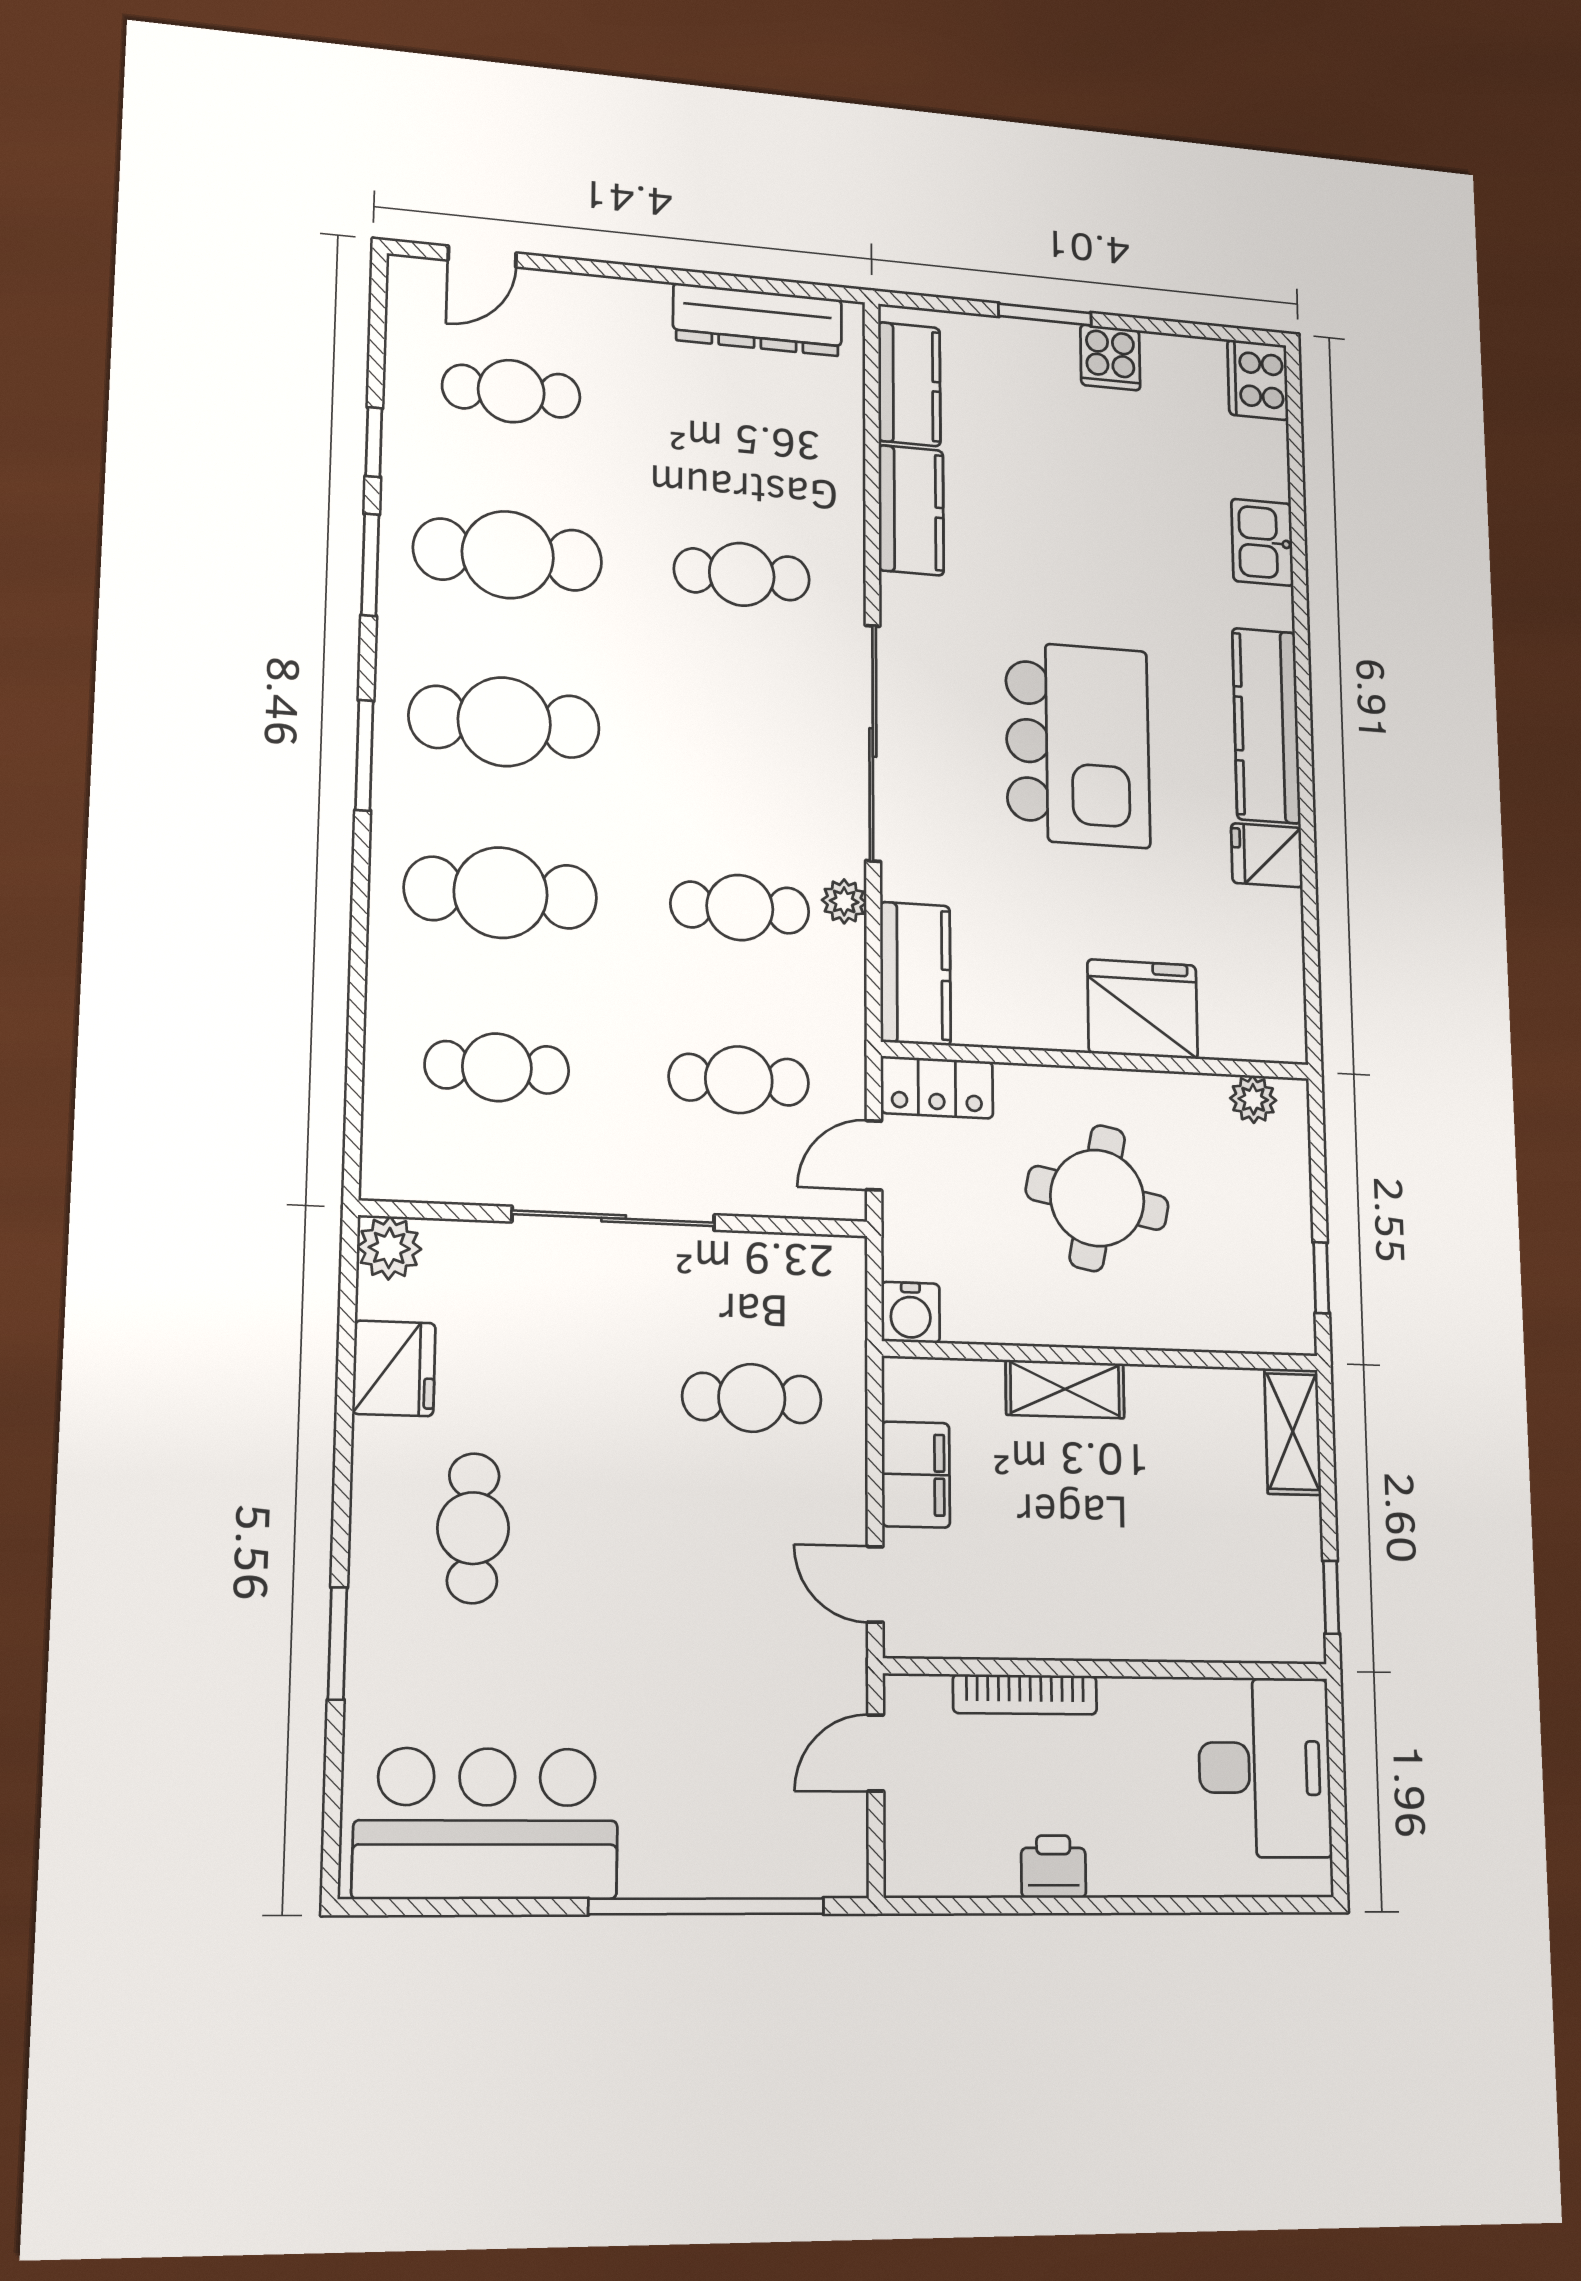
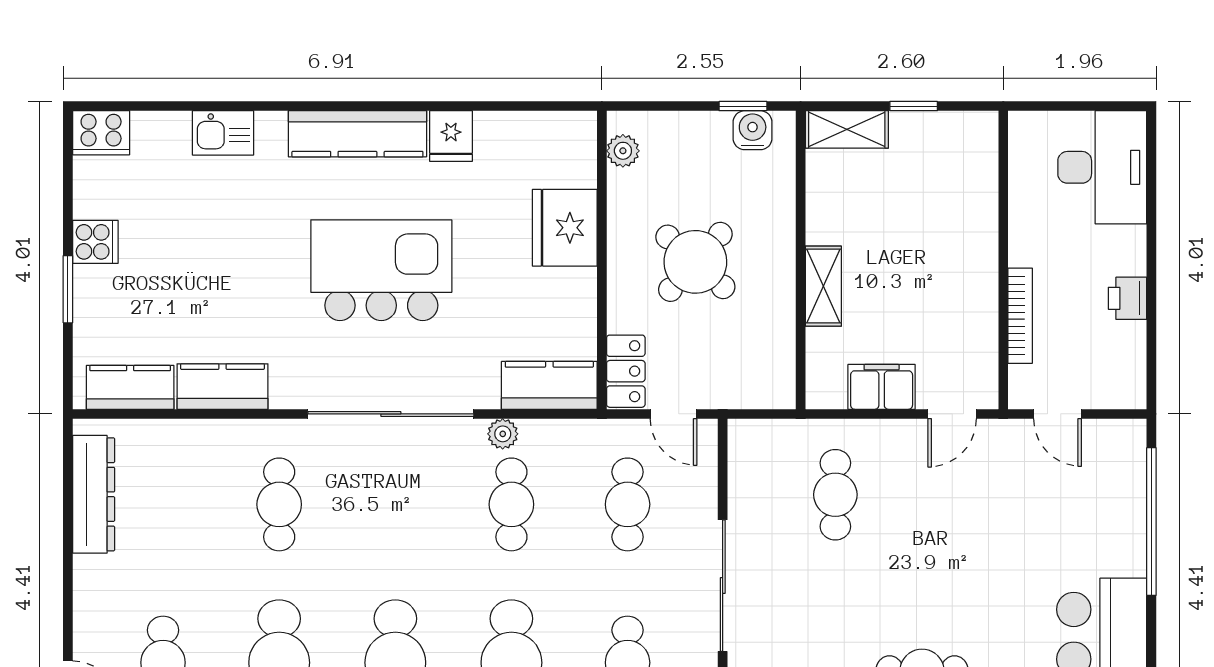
round table: (1097, 1198) -> (695, 262), turned 31
water cooler: (911, 1312) -> (753, 130), moved, turned -90
window: (1331, 1597) -> (914, 106), moved
desk: (1265, 1768) -> (1102, 167), moved, turned 90

